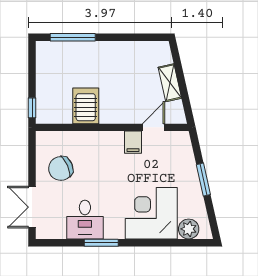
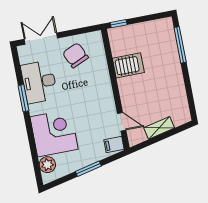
filing cabinet: (133, 142) -> (114, 145), moved
desk: (85, 220) -> (39, 82), width x1.37

